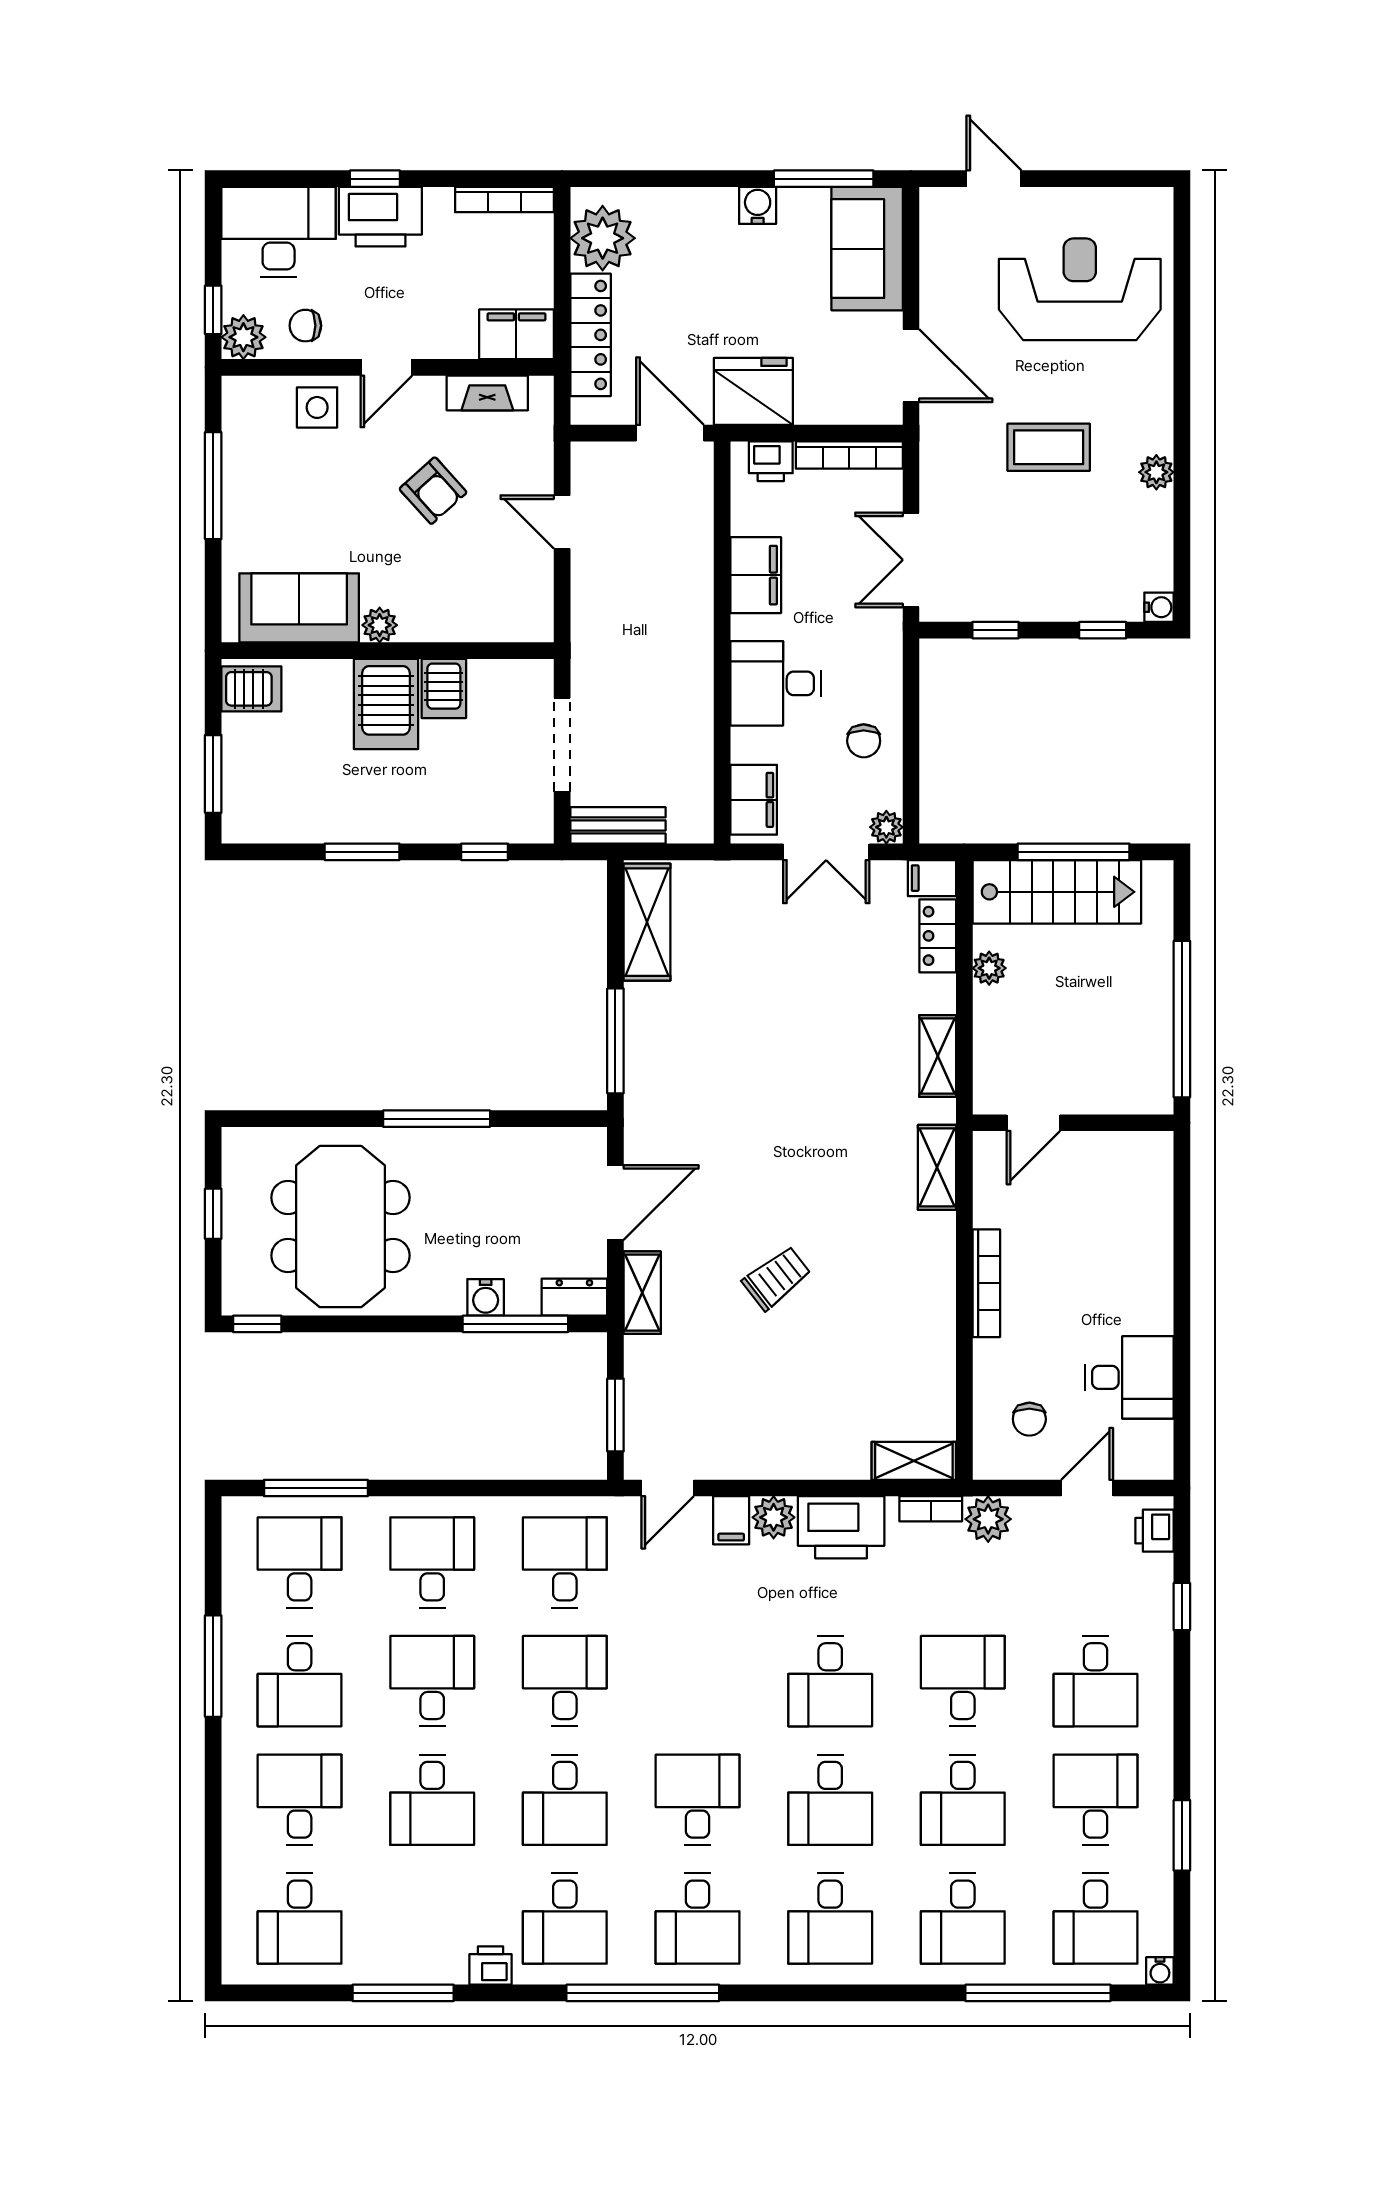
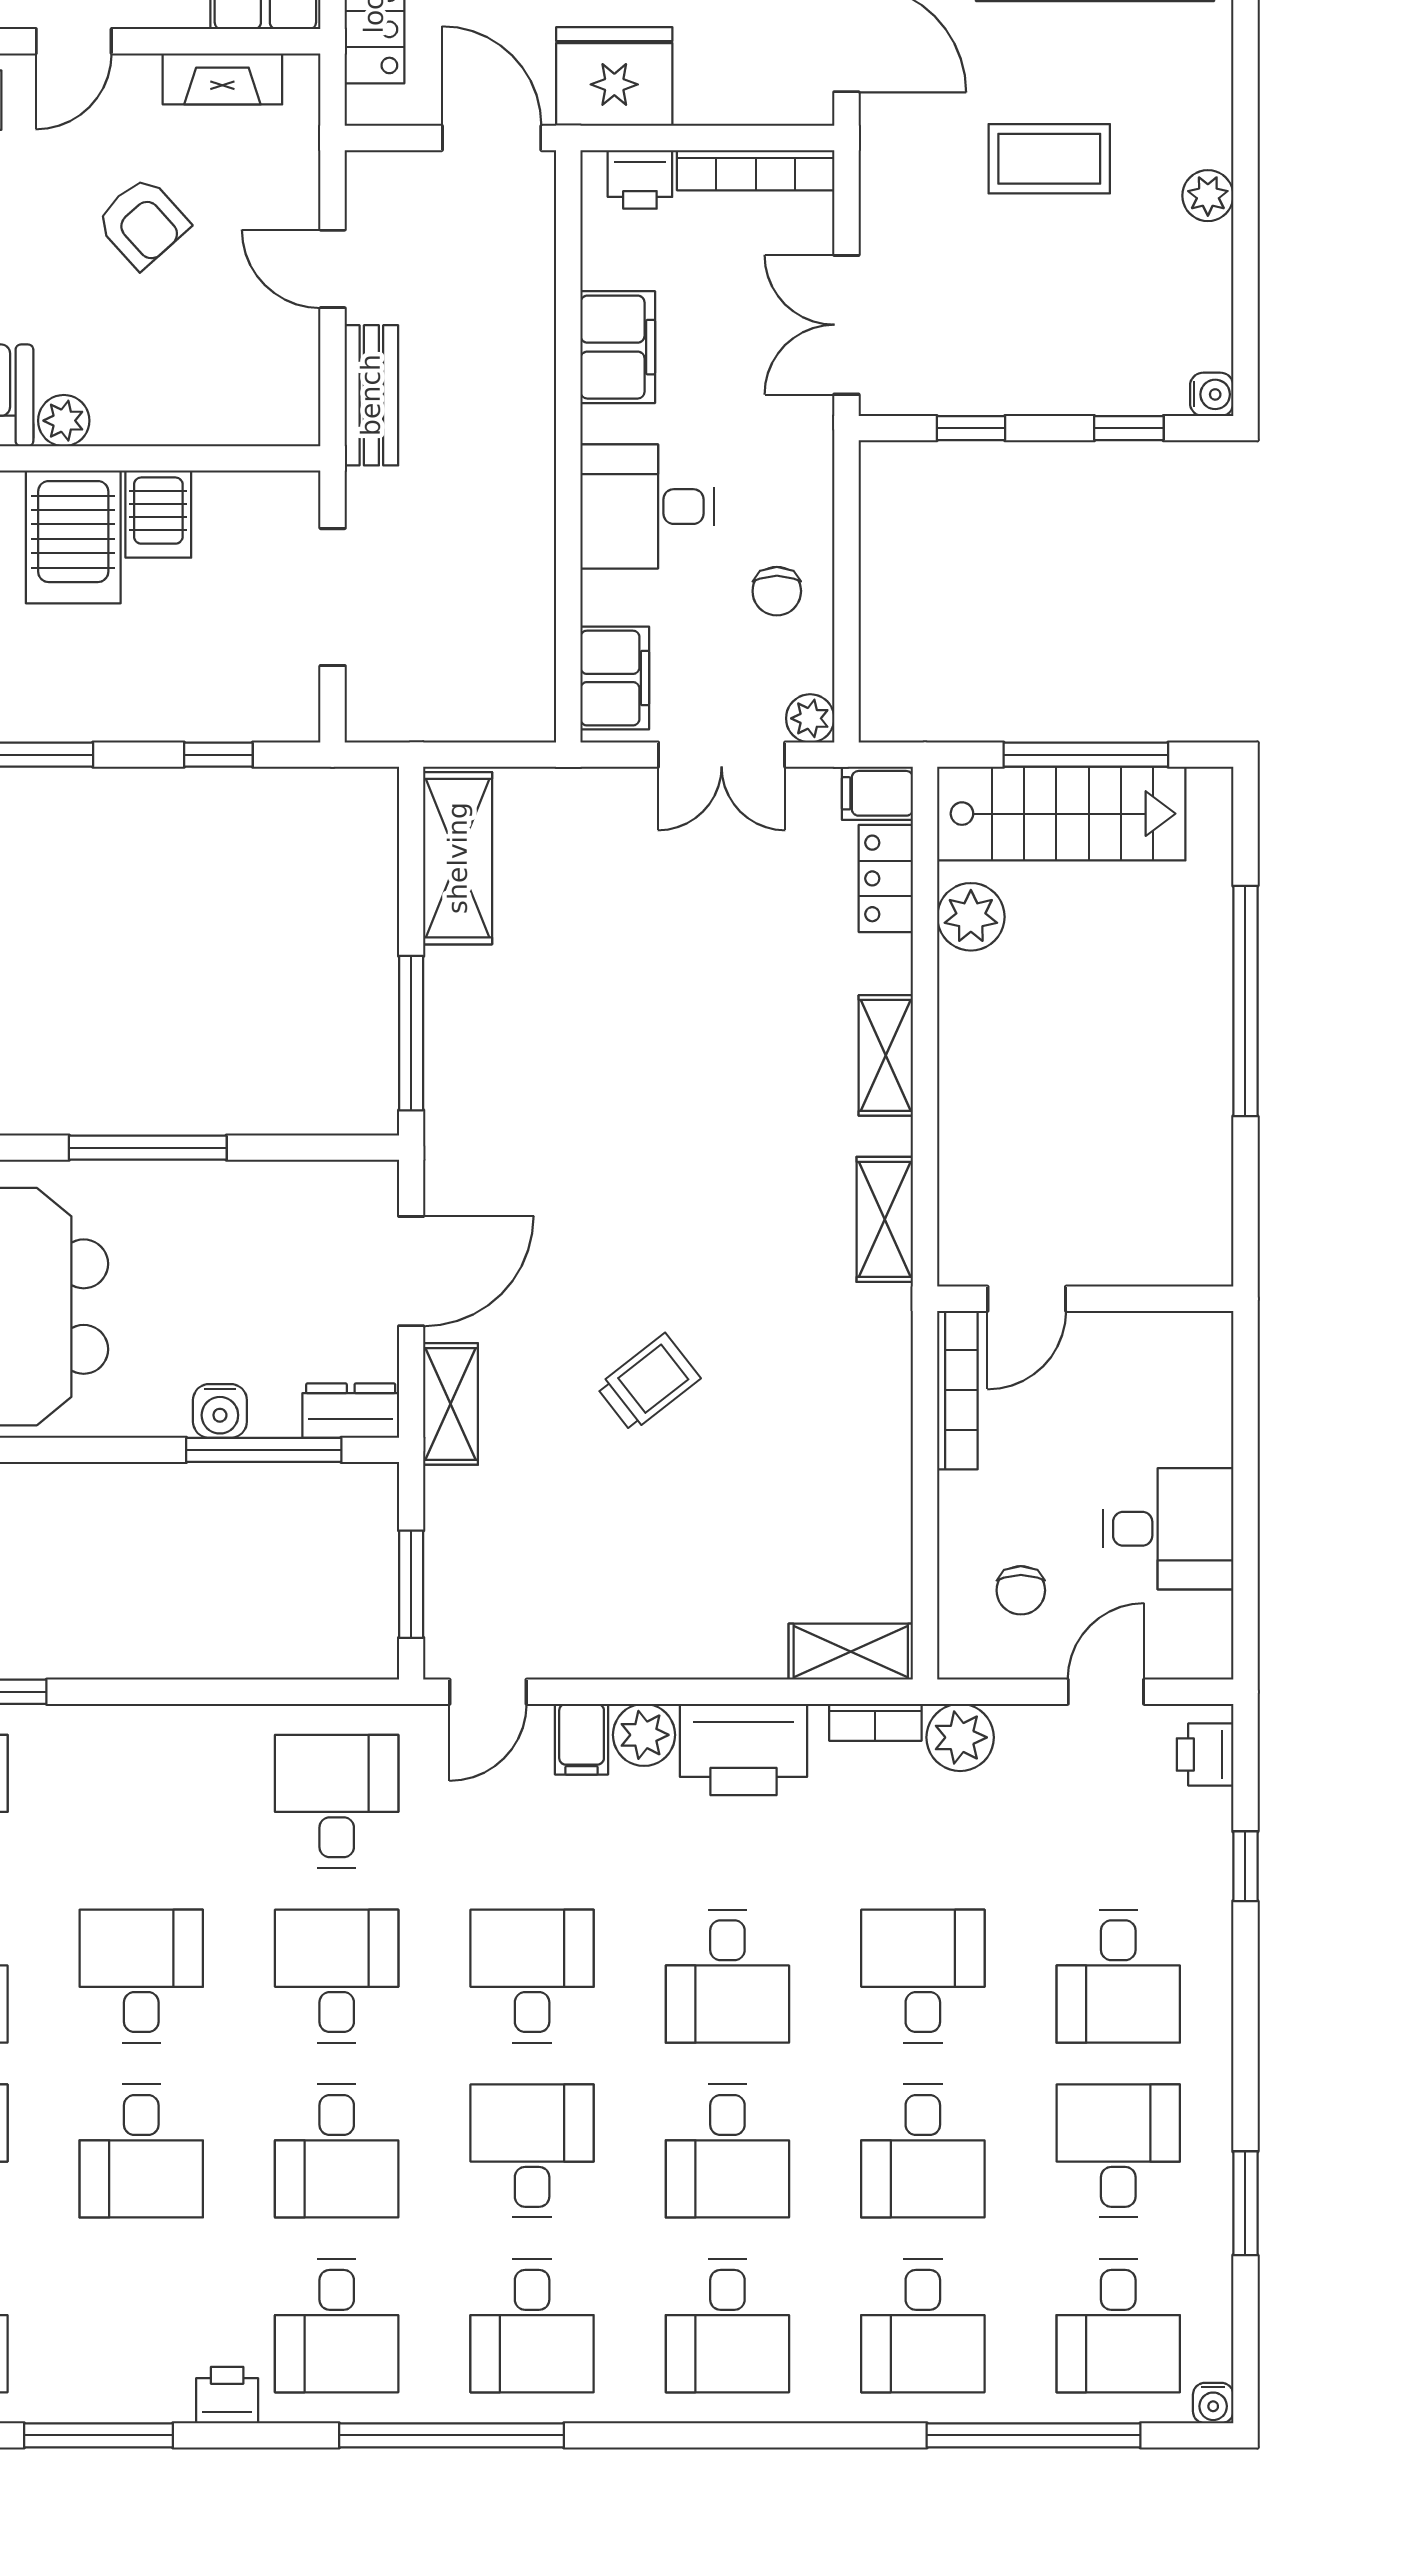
bench: (618, 825) -> (371, 395), moved, turned 90
plant: (989, 968) -> (971, 917), width x1.38, depth x1.38
door: (1033, 1123) -> (1027, 1299), moved
wall: (1073, 1123) -> (1085, 1299), moved
desk: (432, 1562) -> (532, 1976), moved

